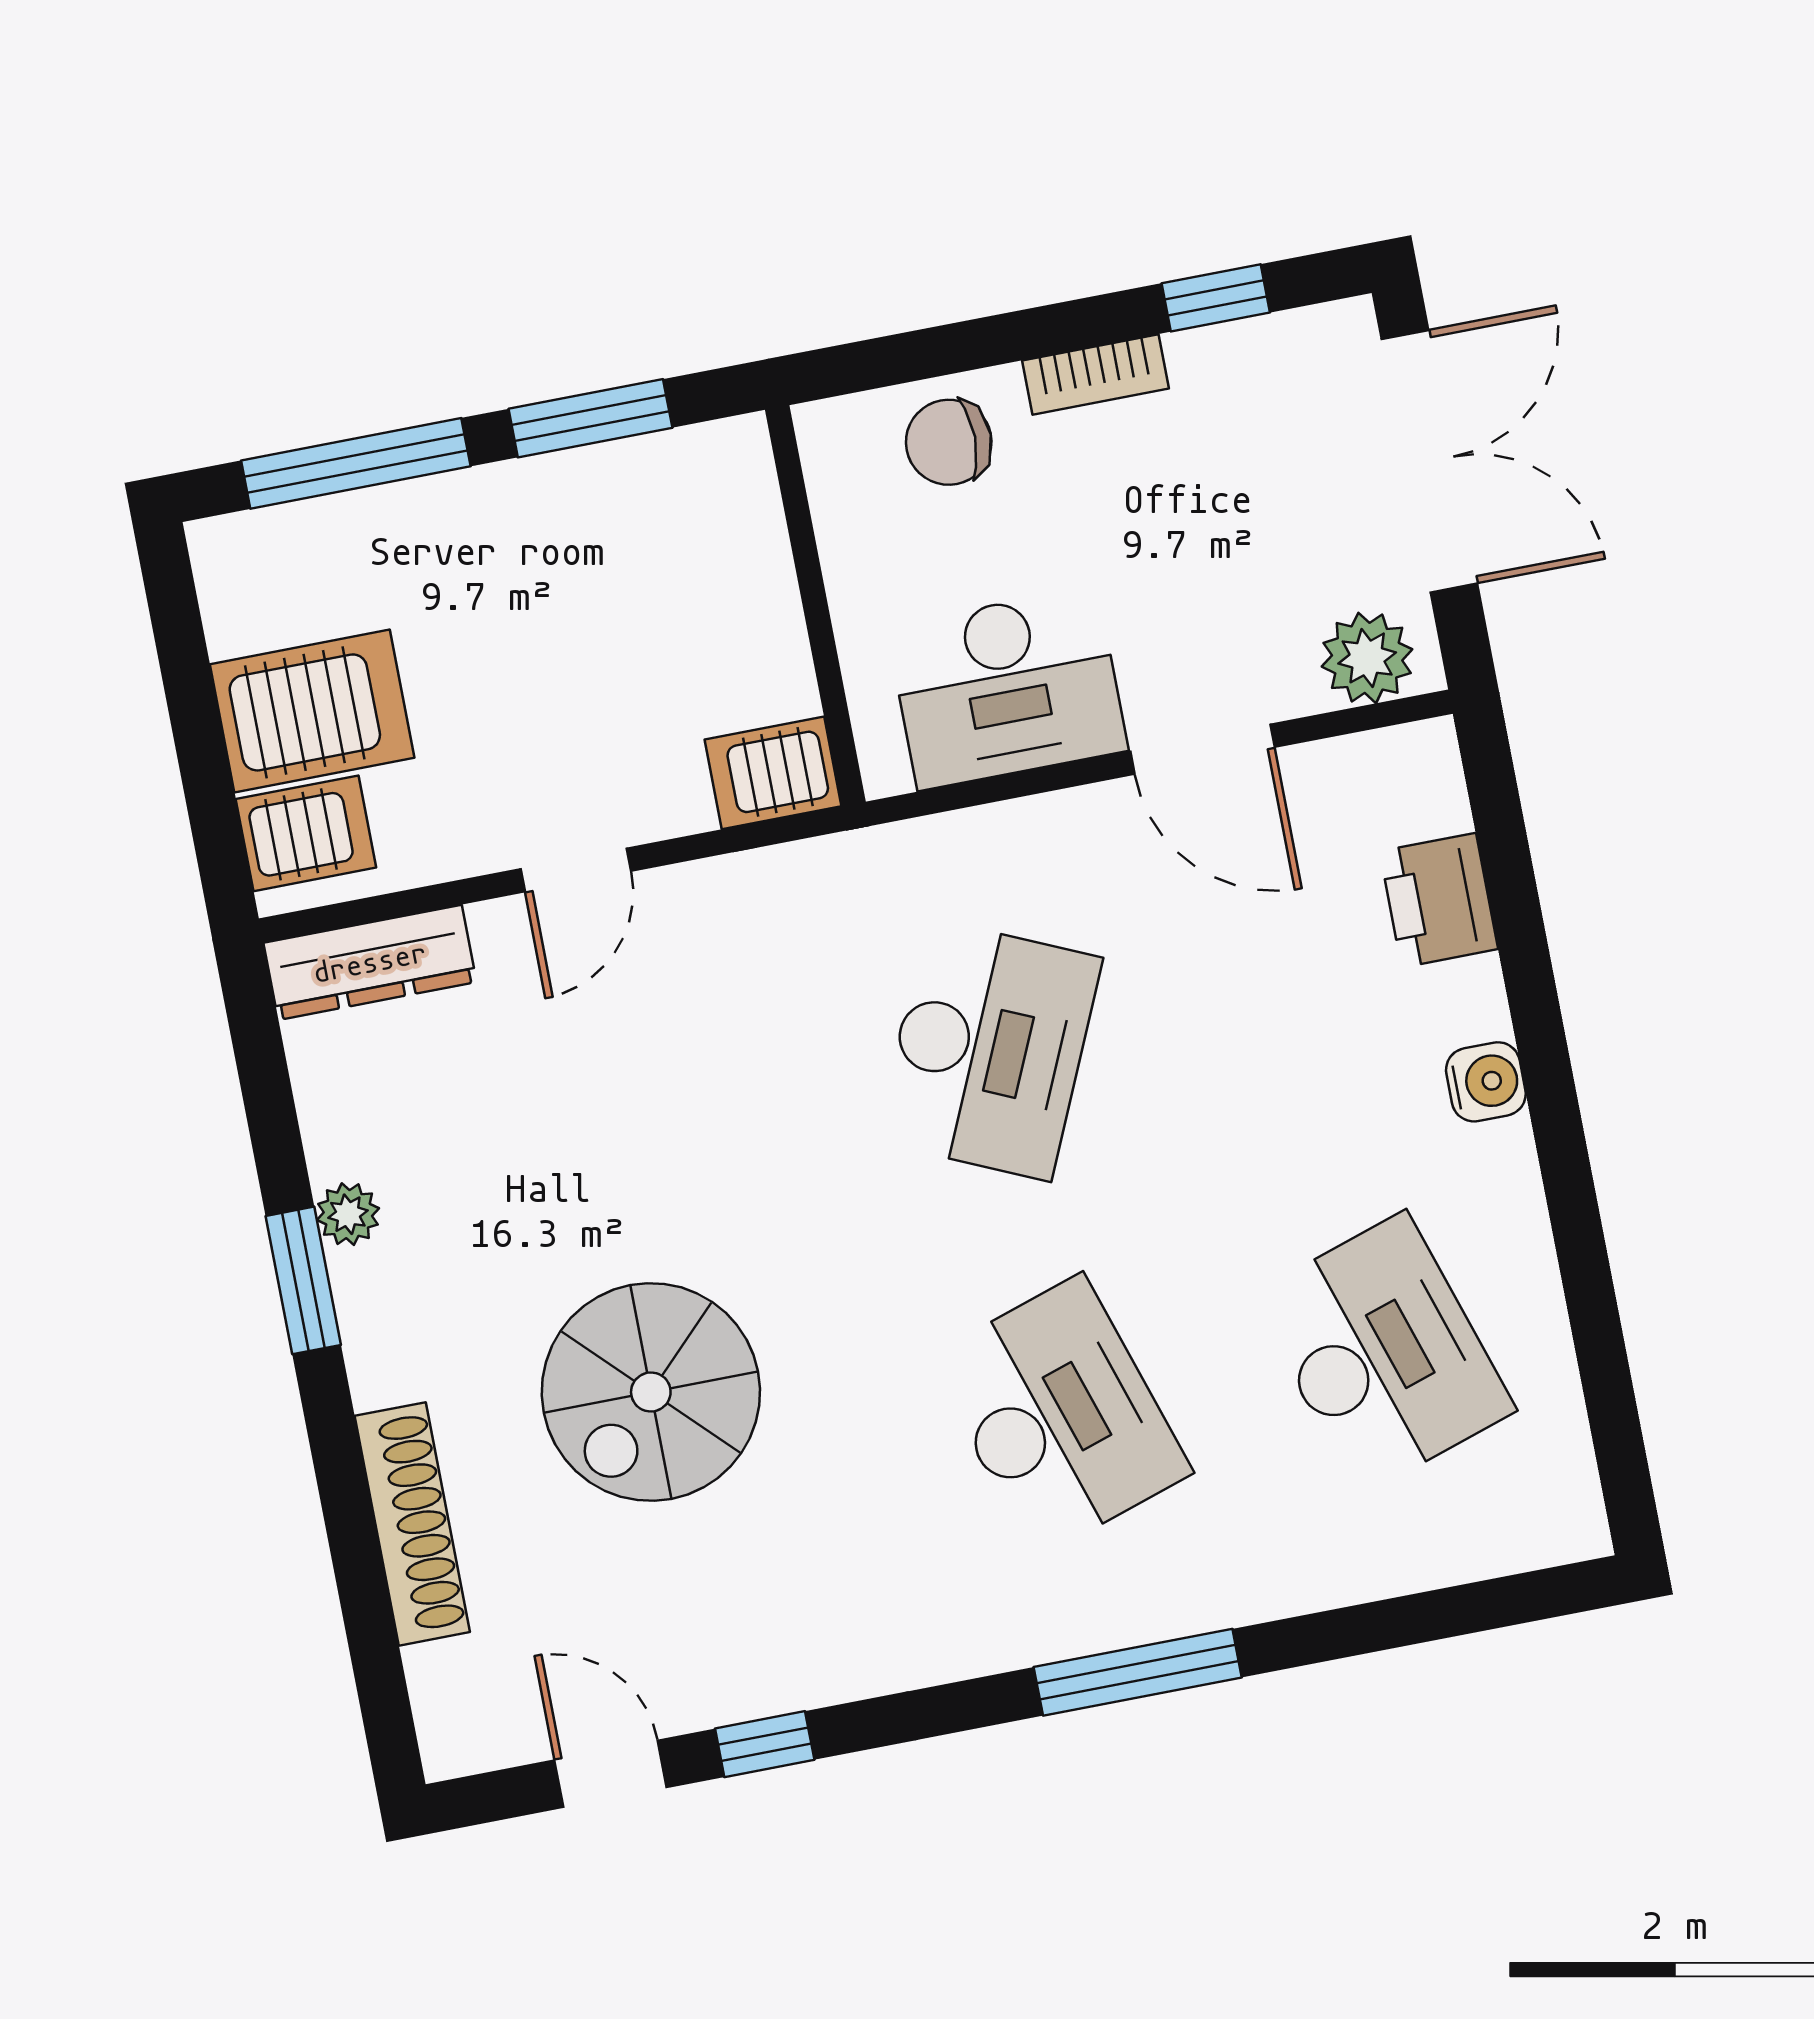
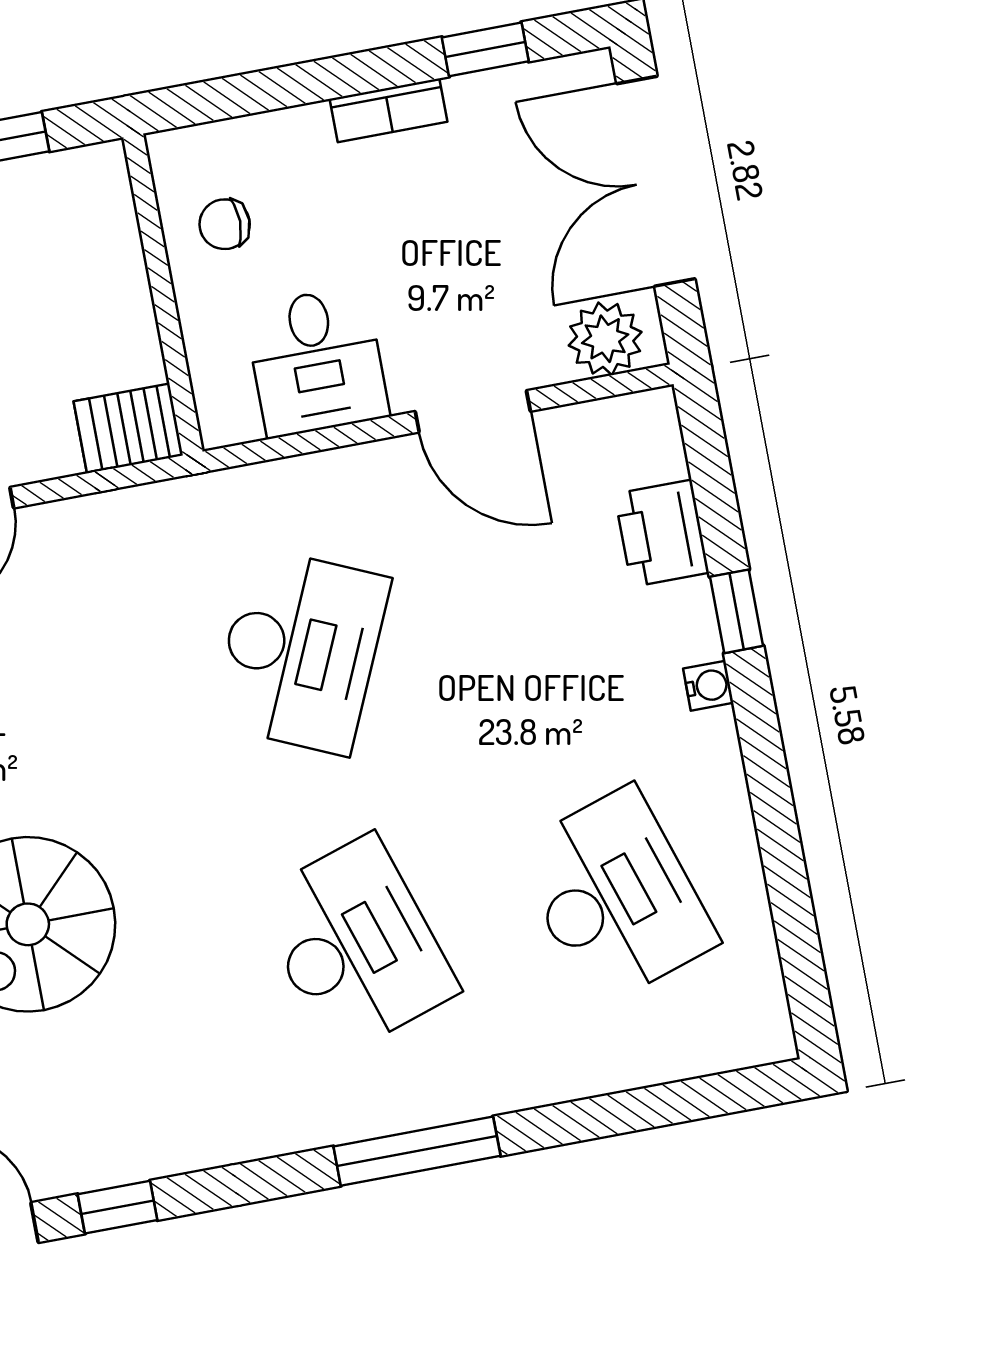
chair: (949, 442) -> (225, 224), moved, width x0.73, depth x0.73
double door: (1429, 461) -> (656, 181), swing flipped
desk: (1007, 688) -> (317, 362), width x0.73
window: (1533, 997) -> (736, 611), added
water cooler: (1486, 1082) -> (708, 686), width x0.72, depth x0.72

